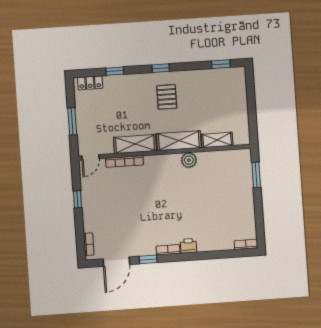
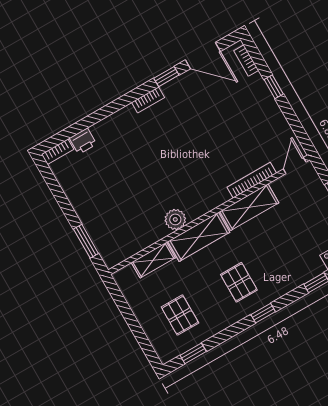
pallet: (217, 94) -> (180, 315), added
window: (78, 199) -> (274, 87), moved
printer: (189, 246) -> (83, 141), moved
door: (116, 262) -> (203, 56), swing flipped

